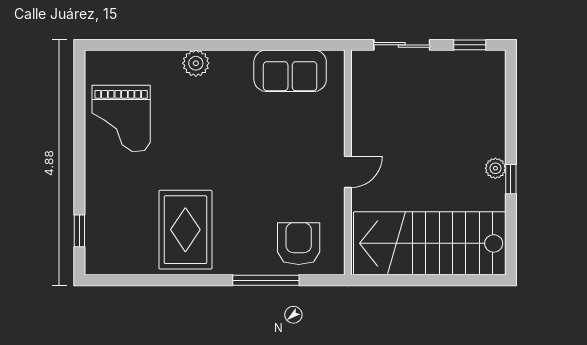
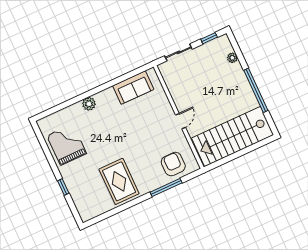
grand piano: (121, 118) -> (67, 144), turned 180
plant: (495, 168) -> (232, 58), moved
window: (511, 179) -> (256, 90), width x3.17
window: (79, 231) -> (63, 187), moved

